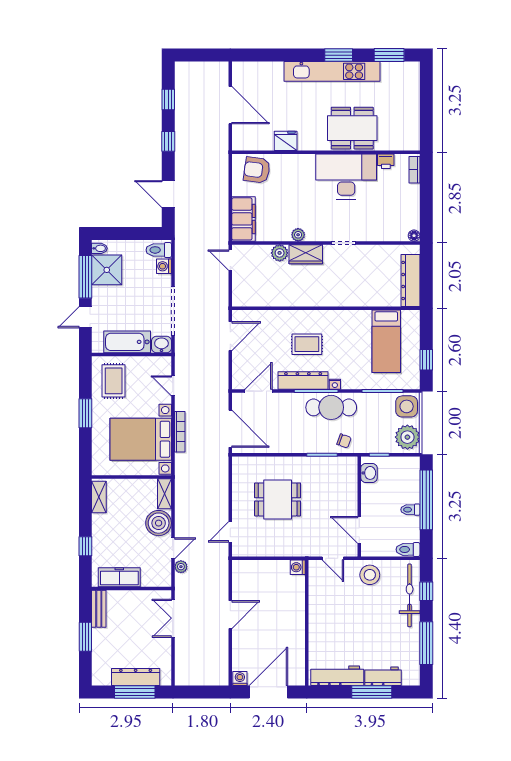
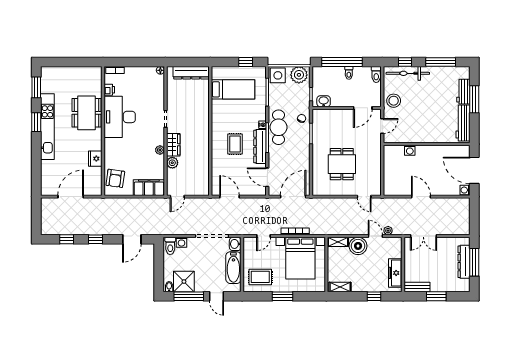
washing machine: (298, 567) -> (410, 150), moved

